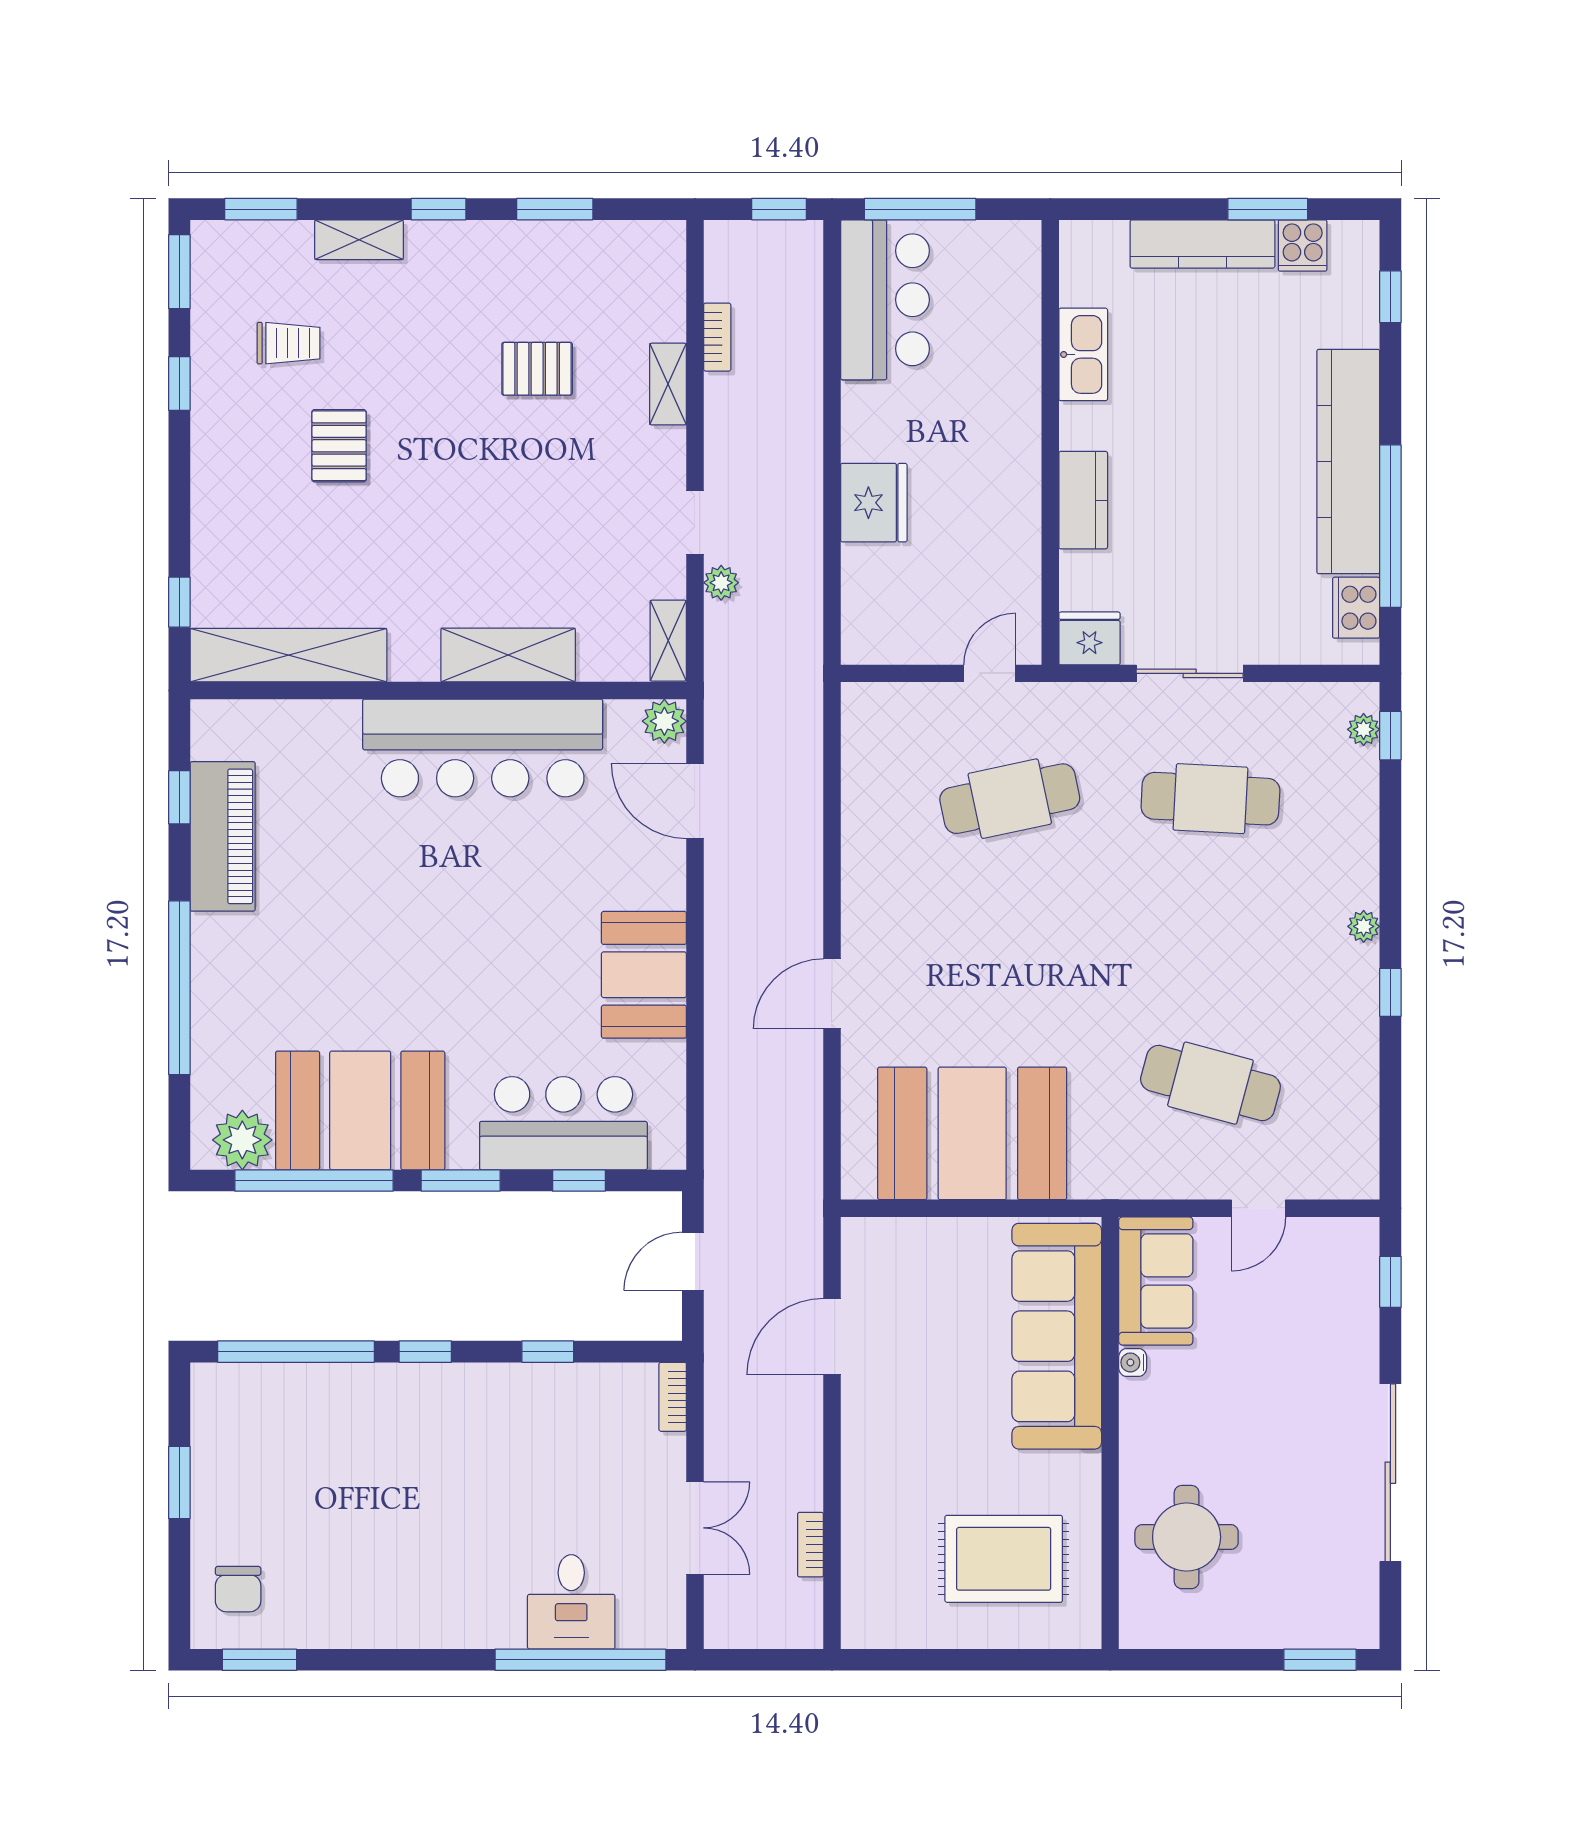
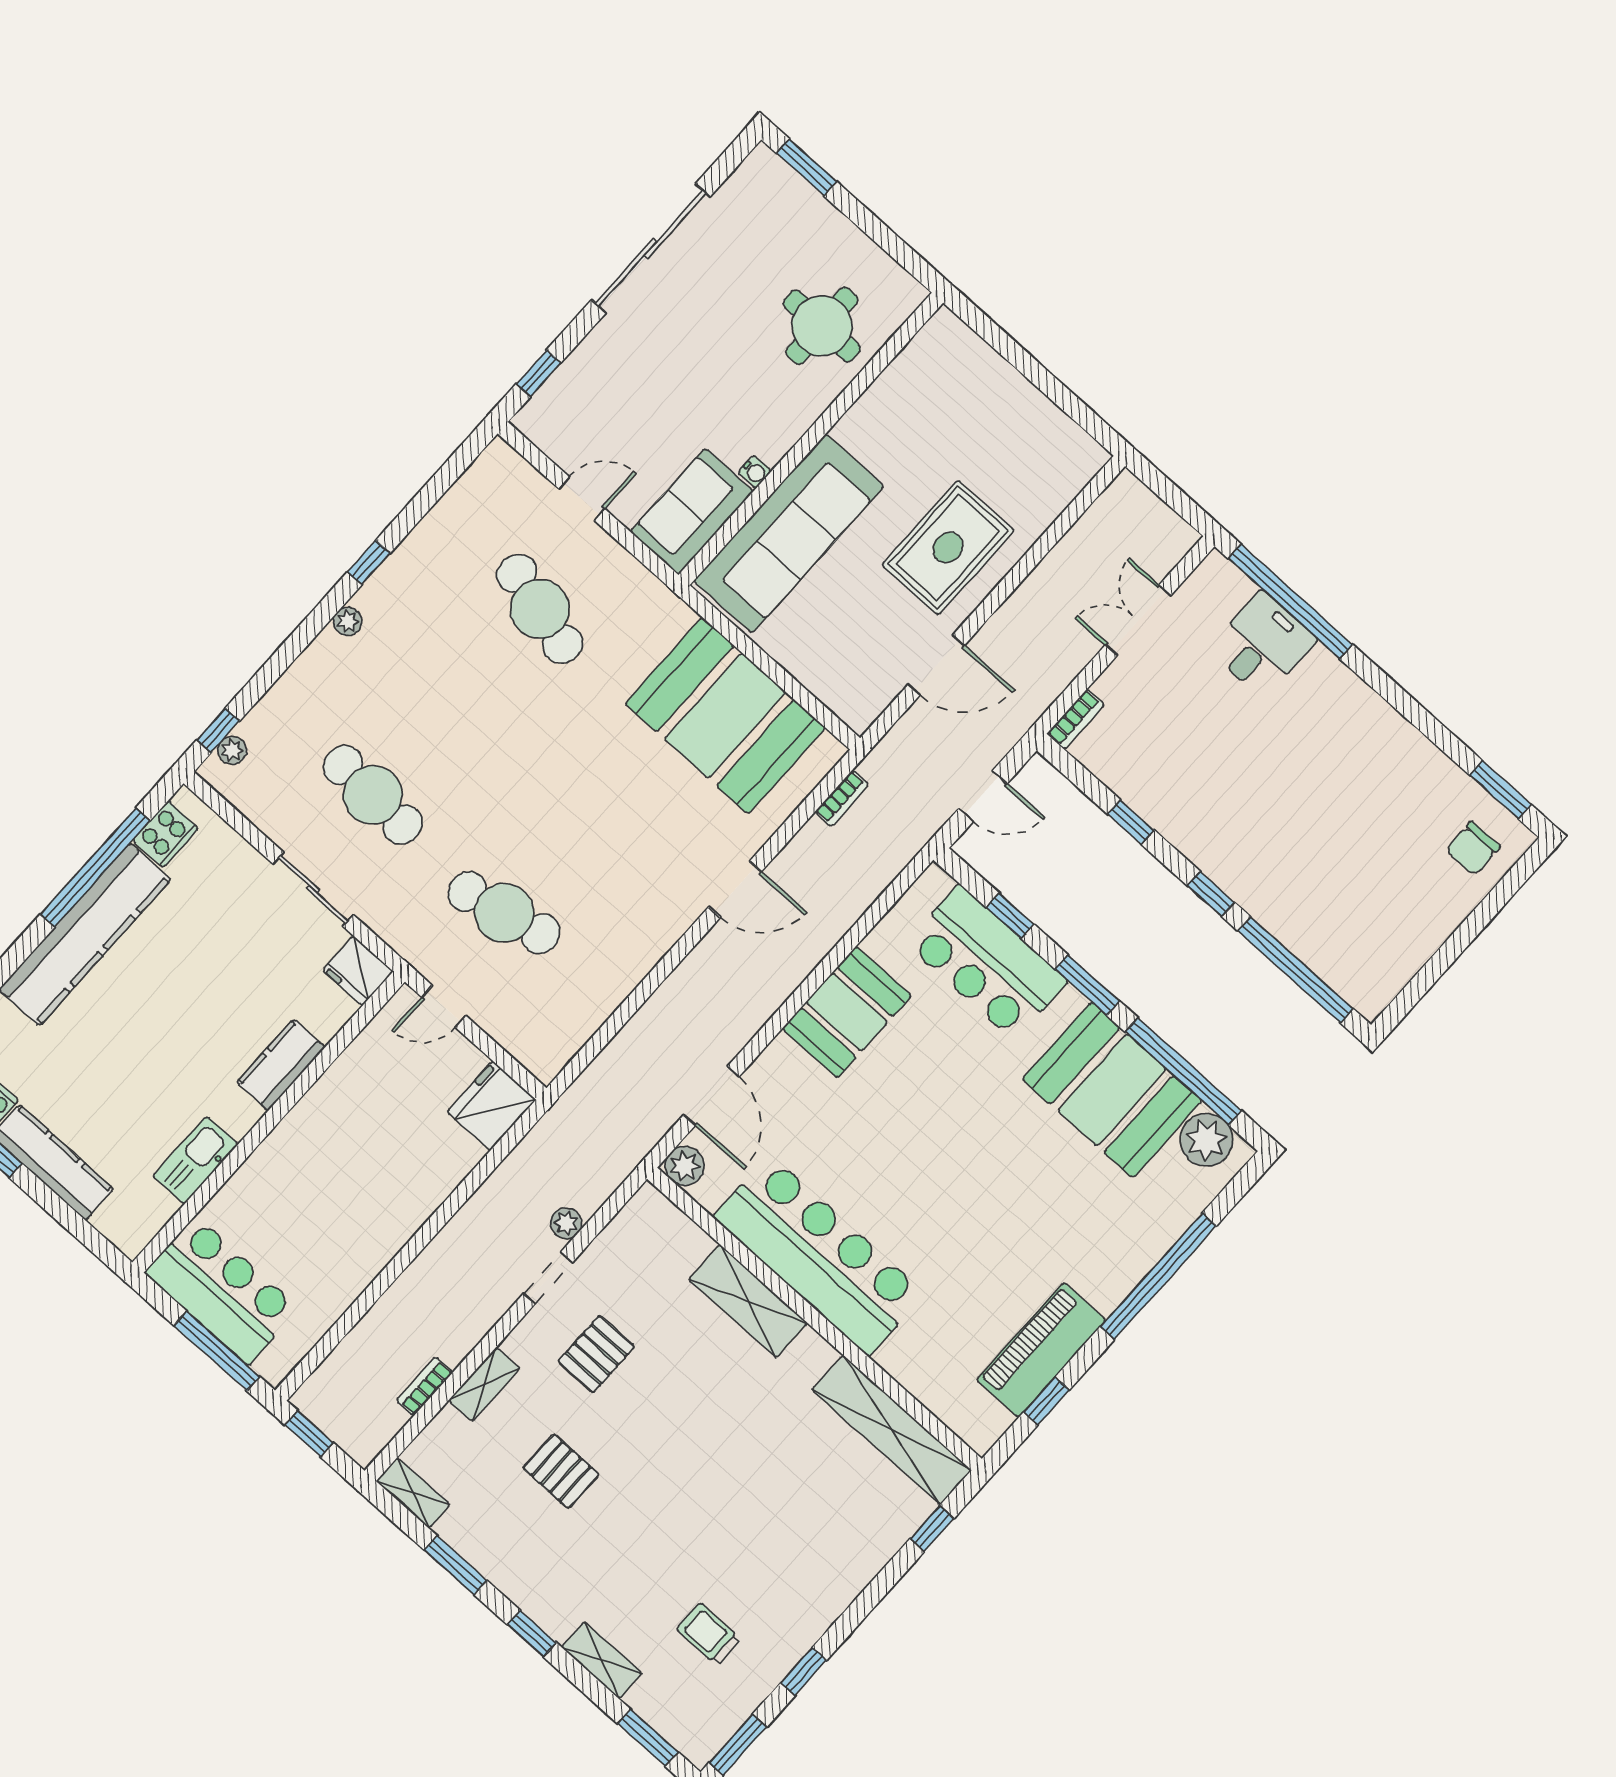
bar counter: (885, 300) -> (222, 1290), moved, turned 90
pallet: (339, 446) -> (596, 1354), moved
fridge: (874, 503) -> (491, 1106), moved
shelving: (668, 641) -> (413, 1493), moved, turned 90
window: (179, 1483) -> (1449, 953), removed
bookcase: (810, 1545) -> (842, 798), moved
rug: (1004, 1559) -> (948, 548), moved, turned 90
chair: (238, 1589) -> (1473, 848), turned 180

